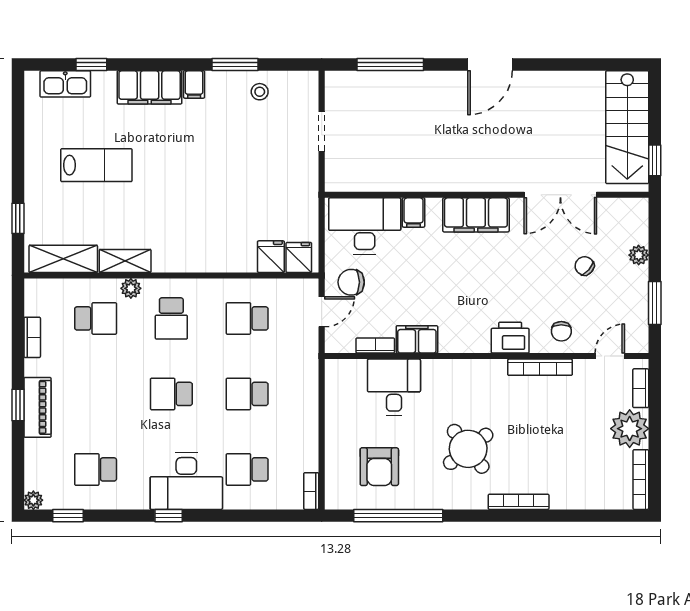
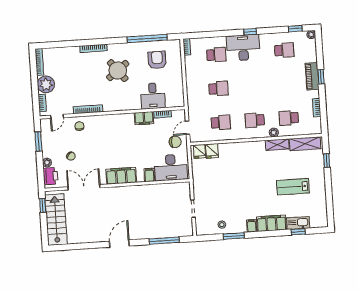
kitchen sink: (65, 84) -> (298, 223), moved
school desk: (171, 318) -> (255, 120), turned -90
printer: (510, 338) -> (50, 176), moved, turned -90
school desk: (171, 394) -> (253, 86), removed

